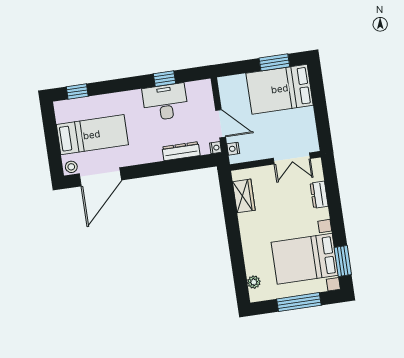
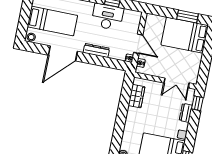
dresser: (181, 151) -> (96, 50), moved
window: (330, 176) -> (197, 103), added
door: (100, 177) -> (63, 53), moved

